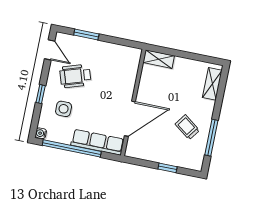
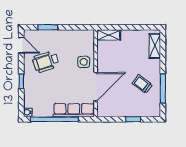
side table: (64, 109) -> (84, 62), moved

